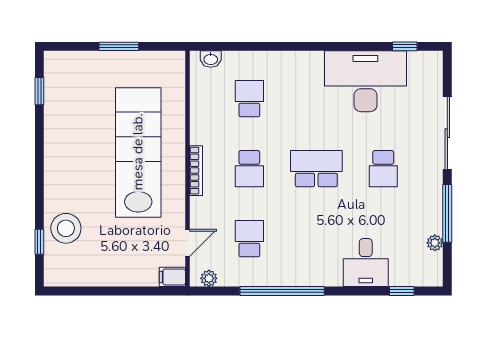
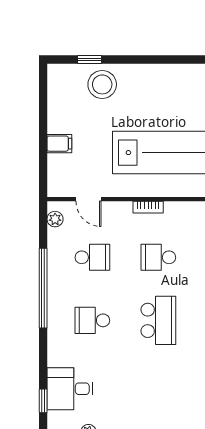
school desk: (383, 169) -> (92, 320), moved
bookcase: (196, 171) -> (148, 207), width x0.64
desk: (366, 263) -> (70, 389), moved
filing cabinet: (172, 277) -> (59, 144), moved, turned 90

